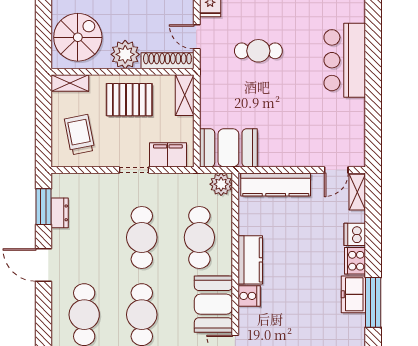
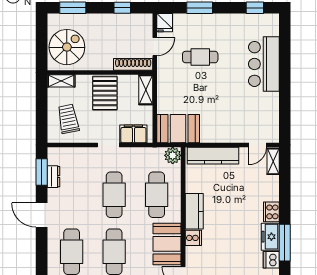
door: (197, 37) -> (155, 47), swing flipped
plant: (125, 54) -> (102, 60), removed
pallet: (129, 100) -> (105, 93), turned 90
dishwasher: (355, 234) -> (271, 260), moved

